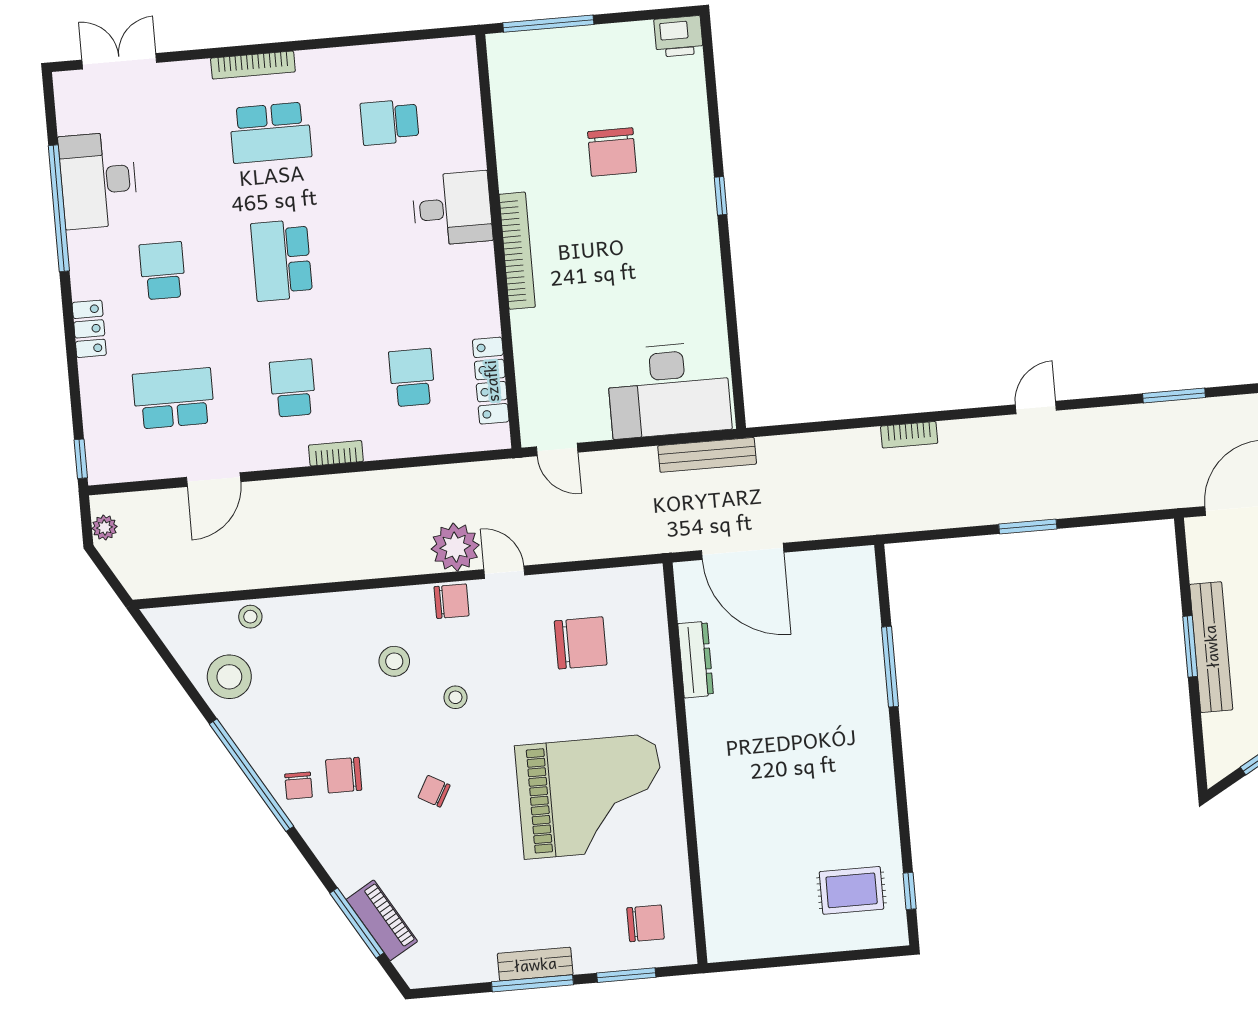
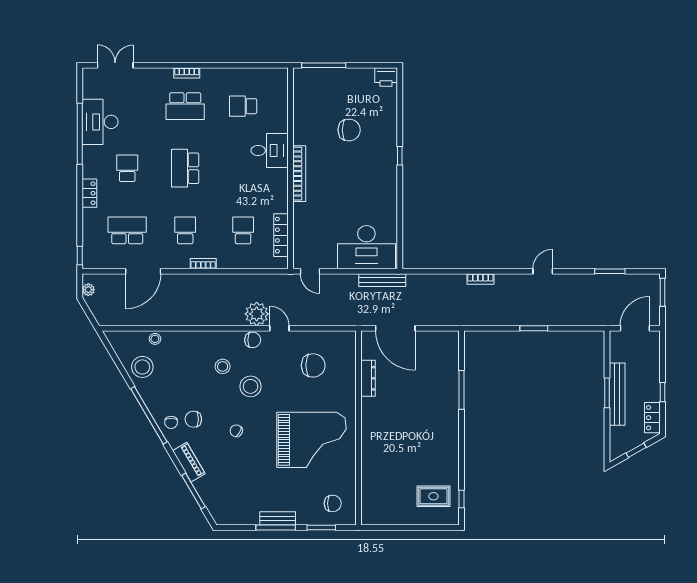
bookcase: (253, 65) -> (187, 73), width x0.64
chair: (612, 152) -> (349, 130), turned -90
door: (214, 480) -> (143, 271), width x1.36
stool: (455, 697) -> (251, 386), width x1.89, depth x1.89
piano: (382, 920) -> (189, 462), moved

